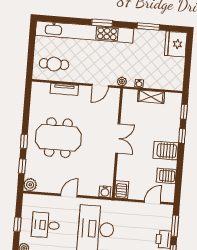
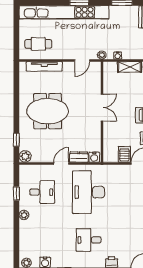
tv unit: (64, 89) -> (44, 66), width x1.41
window: (24, 141) -> (16, 117), removed
dresser: (88, 190) -> (79, 157), added
server rack: (121, 190) -> (124, 154), moved
desk: (46, 225) -> (42, 192), turned 180

